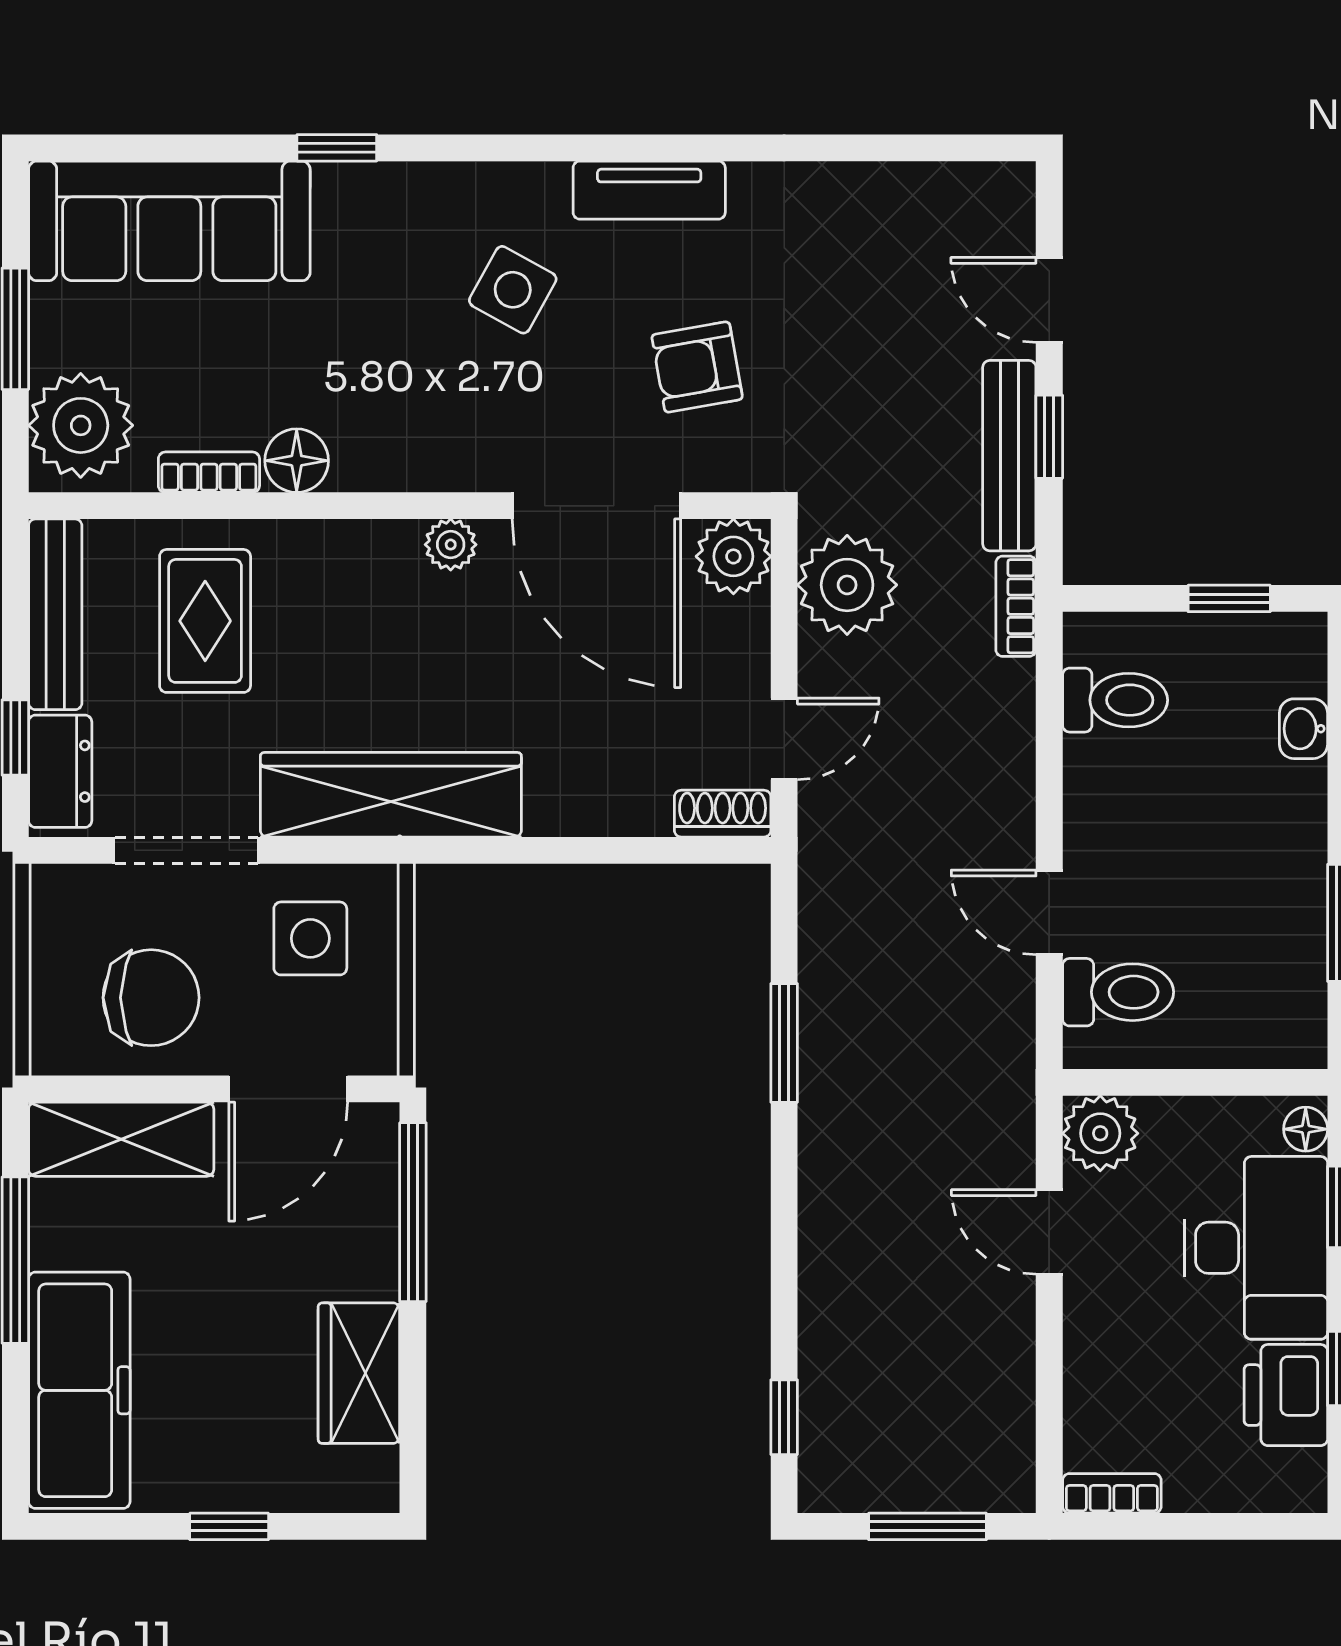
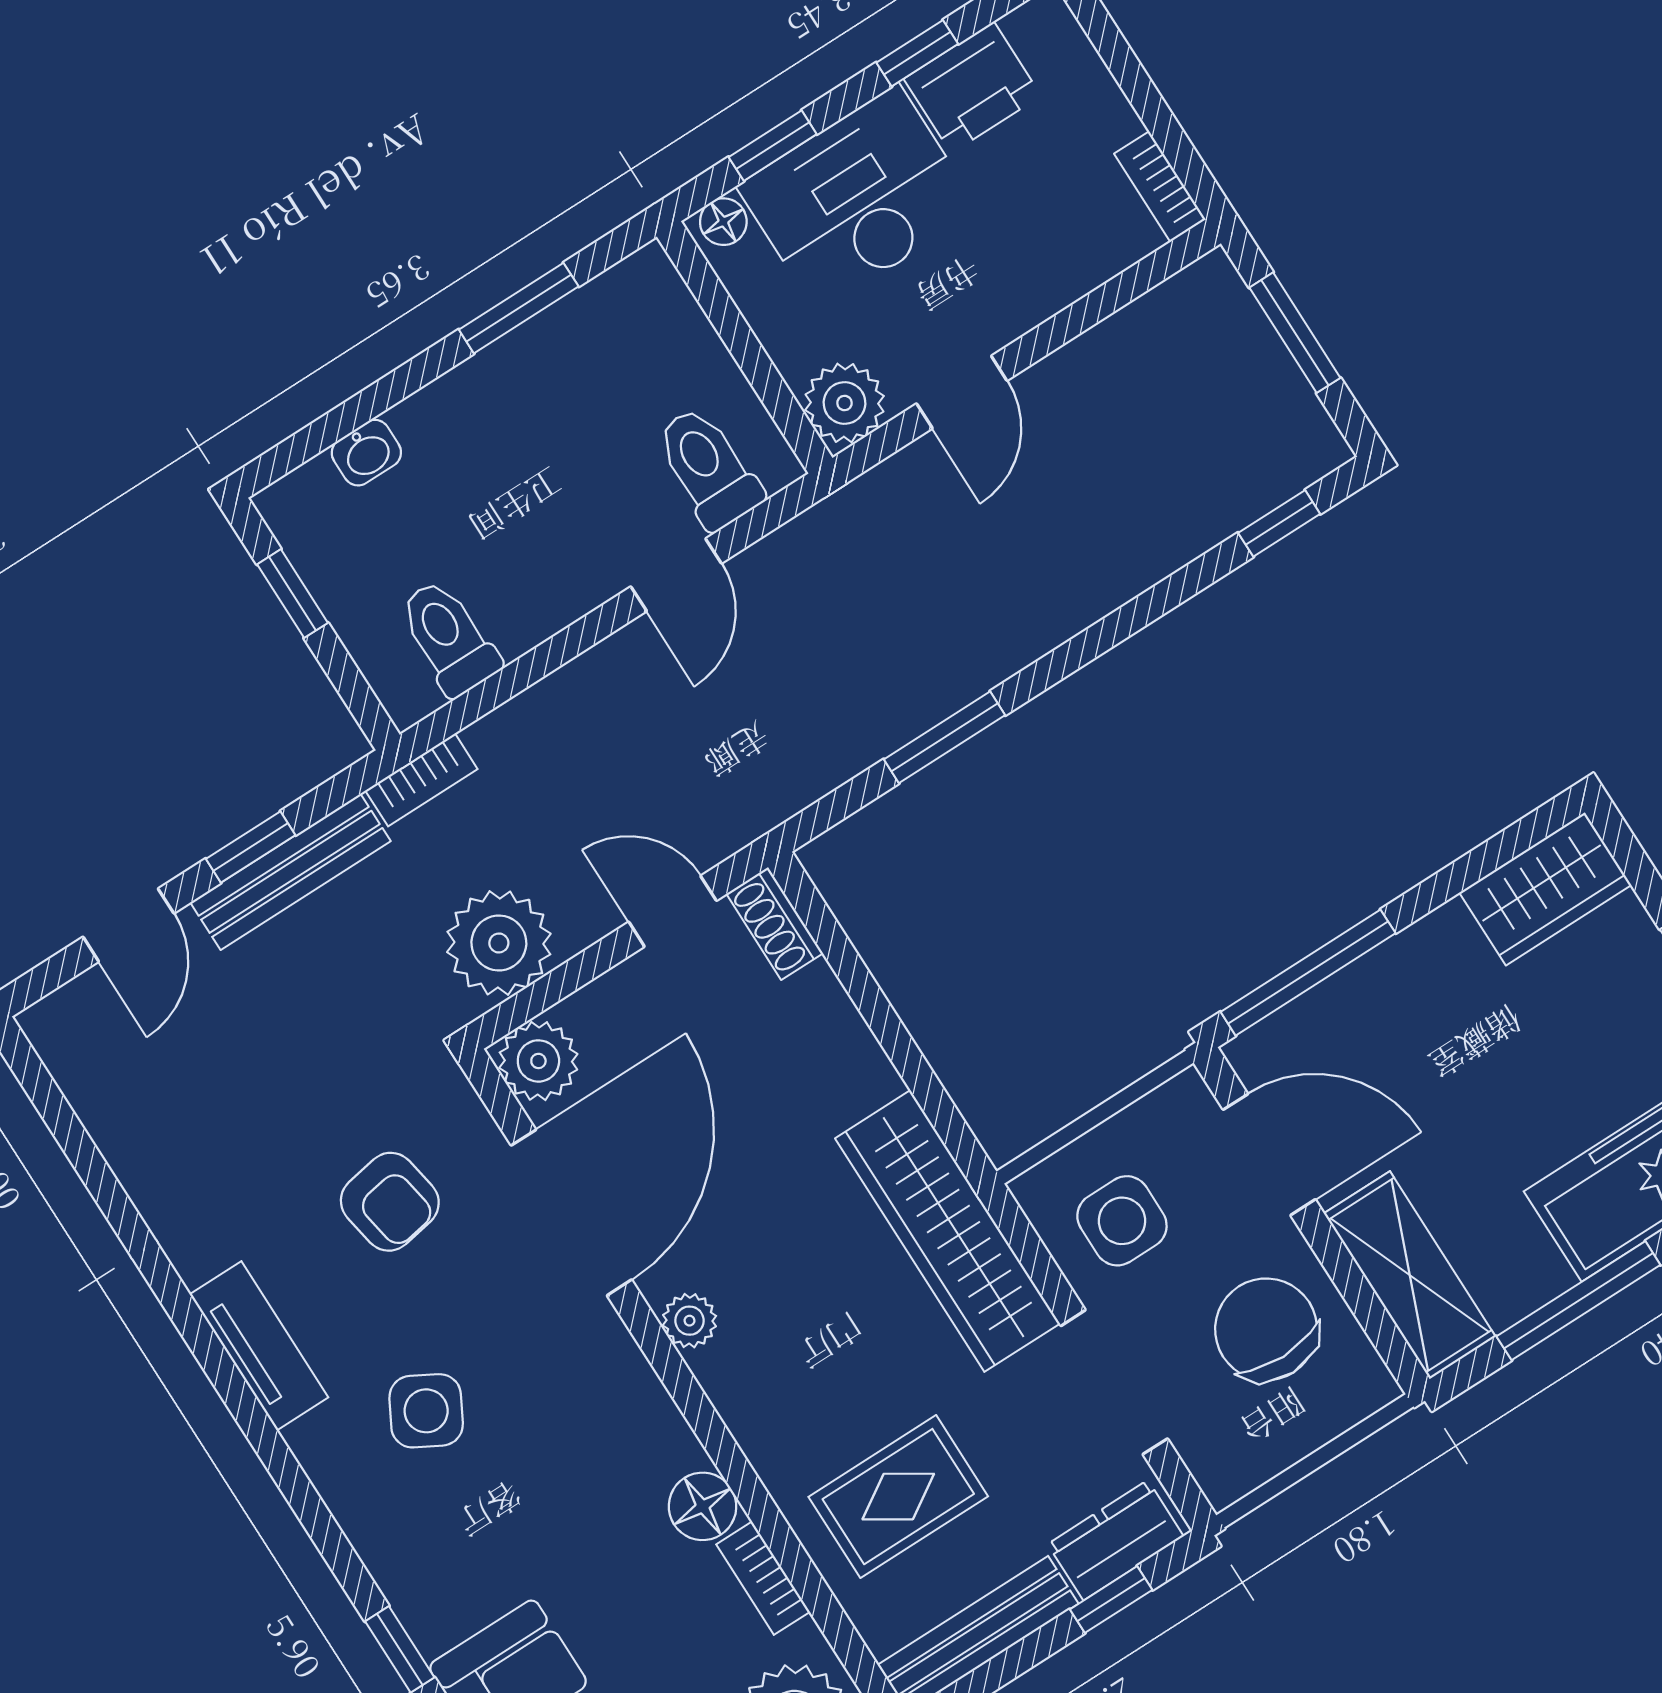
wardrobe: (359, 1373) -> (1545, 889), moved

